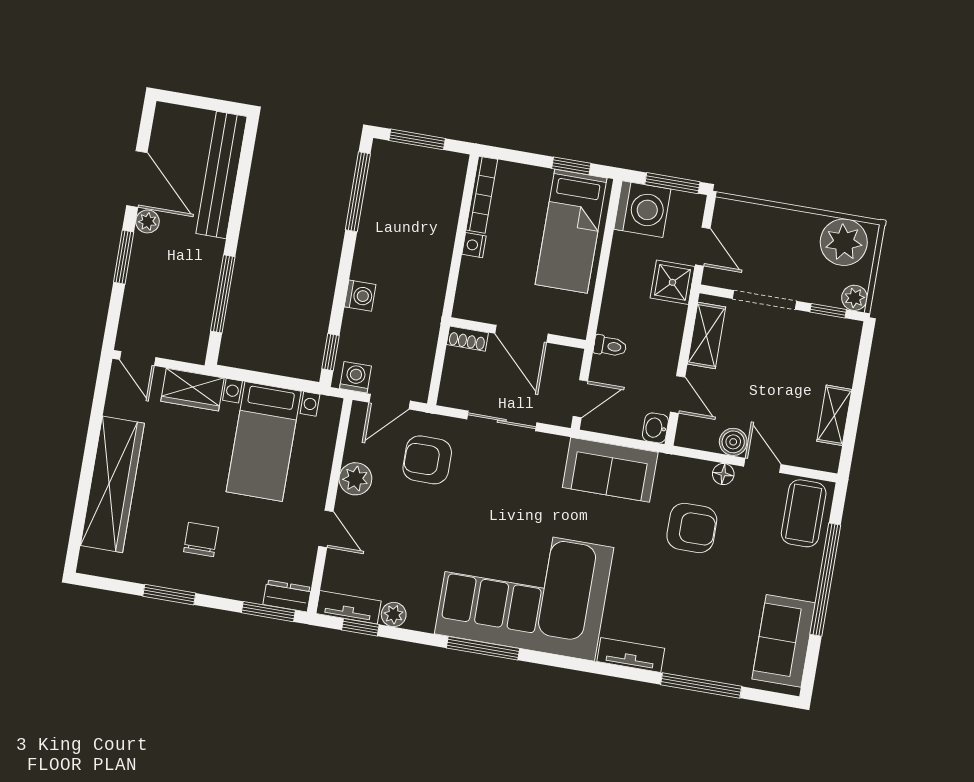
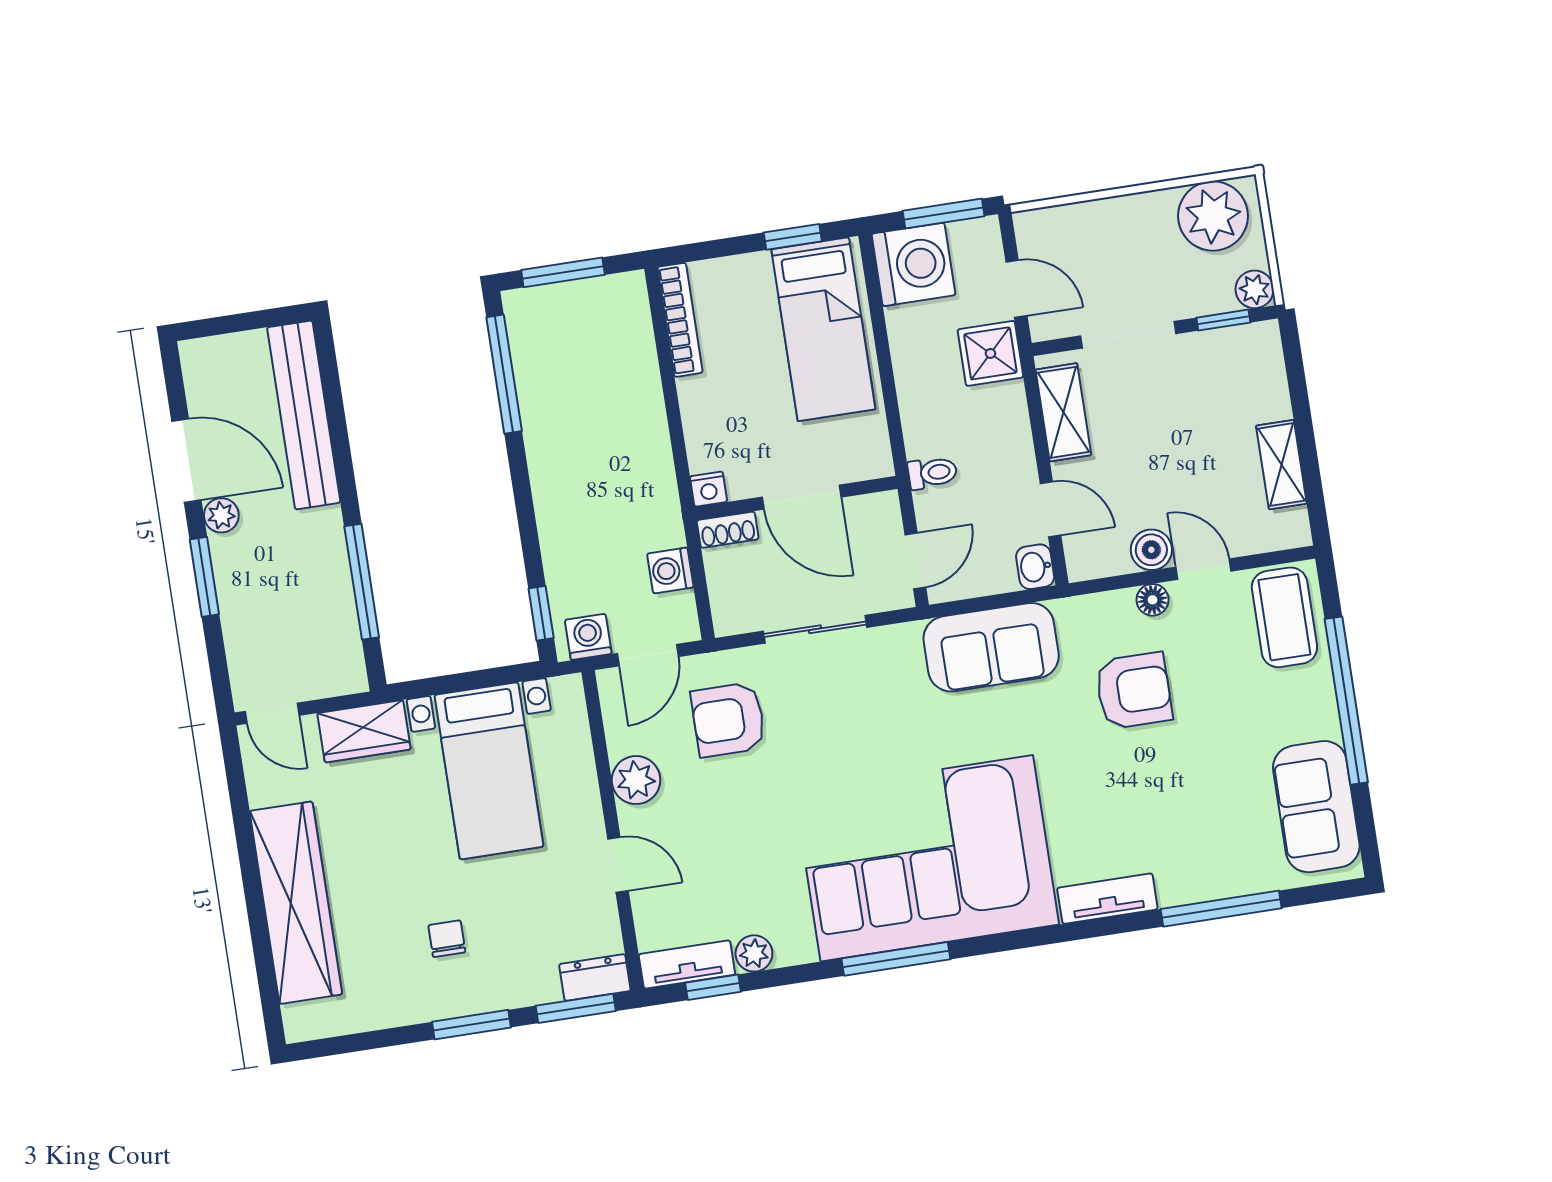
nightstand: (474, 245) -> (709, 489), moved, turned -90
washing machine: (360, 296) -> (670, 570), moved, turned 180
chair: (201, 540) -> (447, 939), width x0.73, depth x0.73
window: (169, 595) -> (471, 1025), moved

